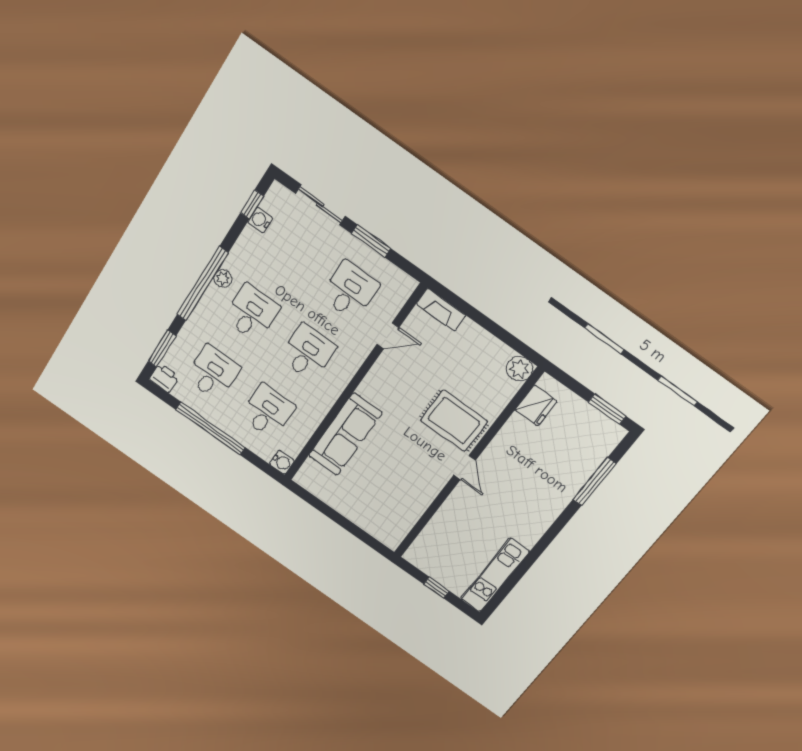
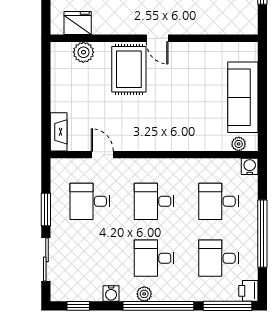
water cooler: (260, 220) -> (111, 293), moved
window: (162, 349) -> (227, 306), width x1.44
plant: (519, 369) -> (83, 52), moved
sofa: (345, 434) -> (243, 97), moved, turned -90
plant: (310, 468) -> (239, 144), added
door: (465, 468) -> (157, 38), swing flipped

